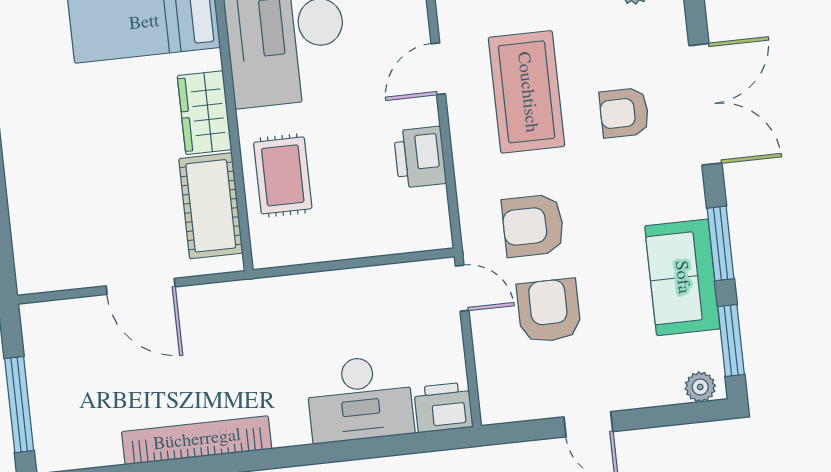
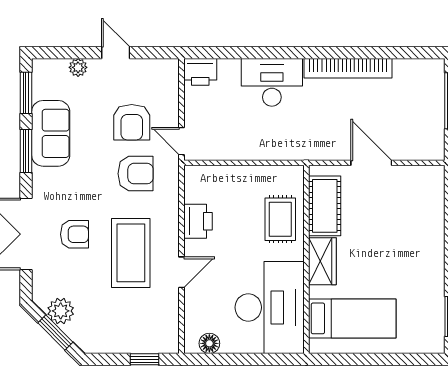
plant: (700, 387) -> (78, 67), moved
desk: (360, 399) -> (272, 82), moved

